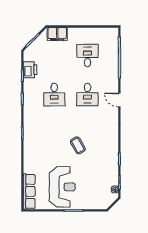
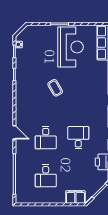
desk: (87, 95) -> (46, 138), turned 180
reception desk: (62, 187) -> (71, 47), turned 180

